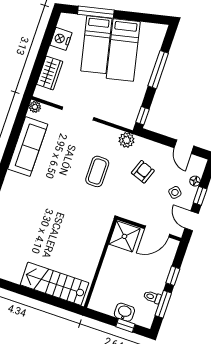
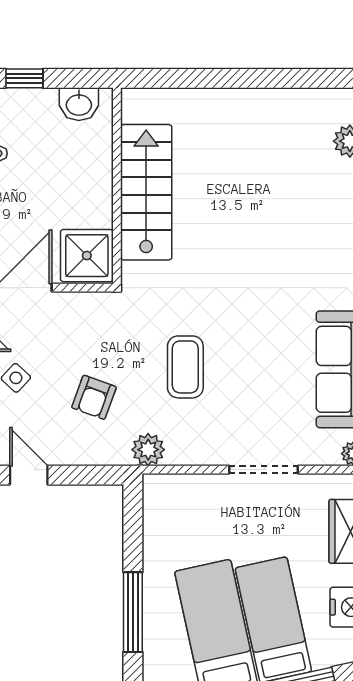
window: (142, 116) -> (133, 509), removed
stairs: (54, 284) -> (146, 192), moved, turned -90
washbasin: (124, 312) -> (79, 104), moved

